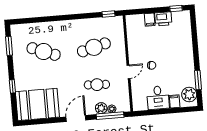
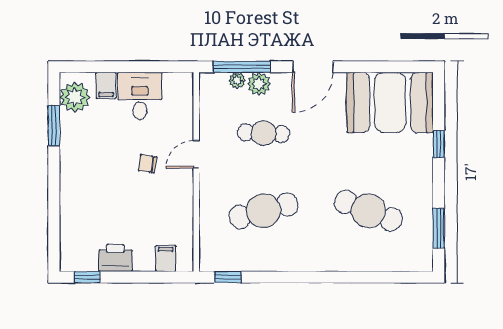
filing cabinet: (150, 20) -> (166, 258), moved

